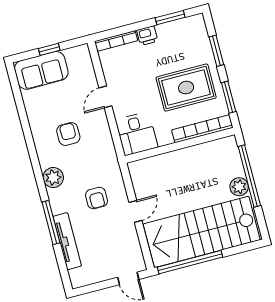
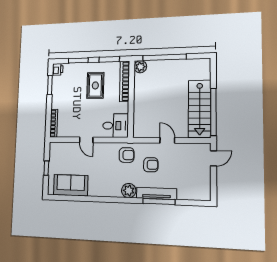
printer: (147, 36) -> (58, 69), moved
sofa: (41, 70) -> (71, 185), moved, turned -90
rug: (186, 88) -> (95, 85), width x0.73, depth x0.70
armchair: (68, 134) -> (127, 155), moved, turned 180
plant: (239, 187) -> (140, 67), moved
stairs: (202, 232) -> (200, 109), width x0.73, depth x0.66
tv unit: (67, 241) -> (156, 193), moved

